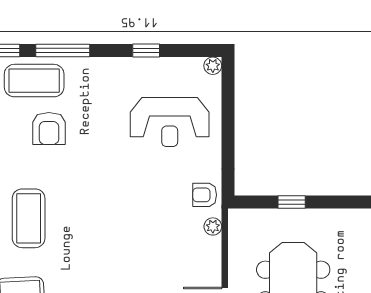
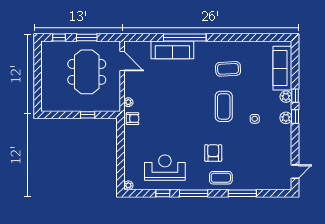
window: (63, 51) -> (194, 193), moved
coffee table: (34, 81) -> (221, 178), width x0.73, depth x0.76
reception desk: (170, 122) -> (165, 168), moved

